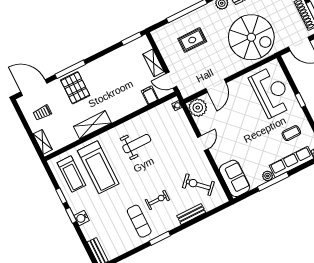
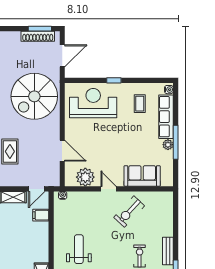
spiral stairs: (251, 37) -> (34, 96), turned 180
plant: (198, 108) -> (85, 177), moved
sofa: (235, 178) -> (142, 176), moved
exercise bike: (198, 185) -> (129, 212), moved
bench: (191, 214) -> (168, 251), moved

